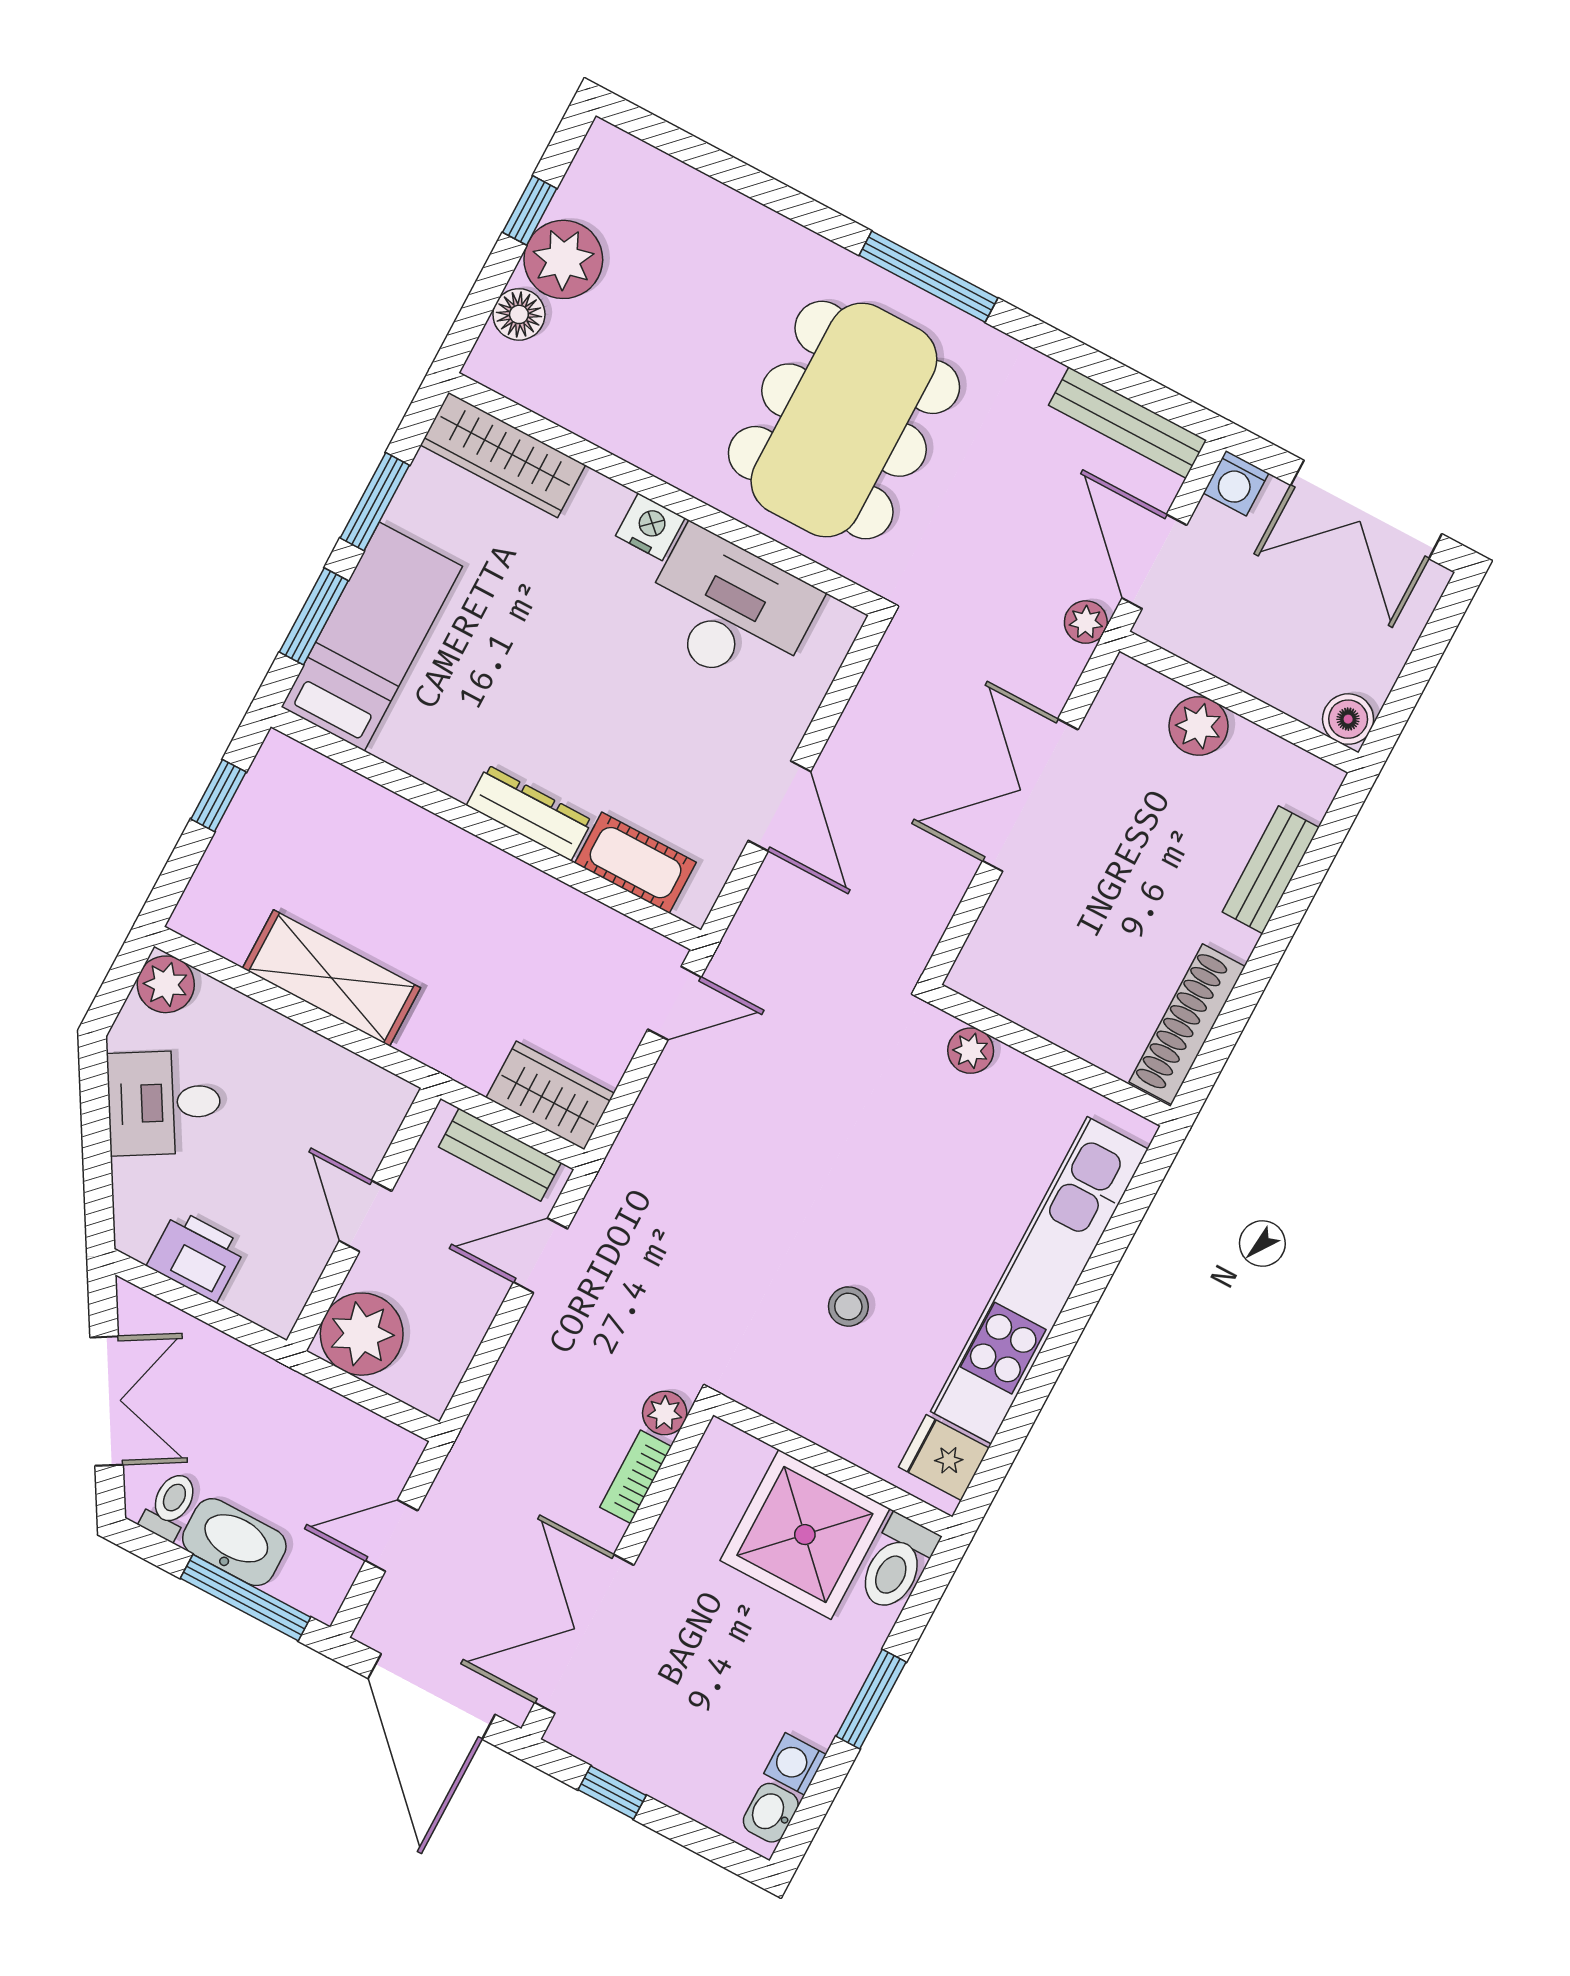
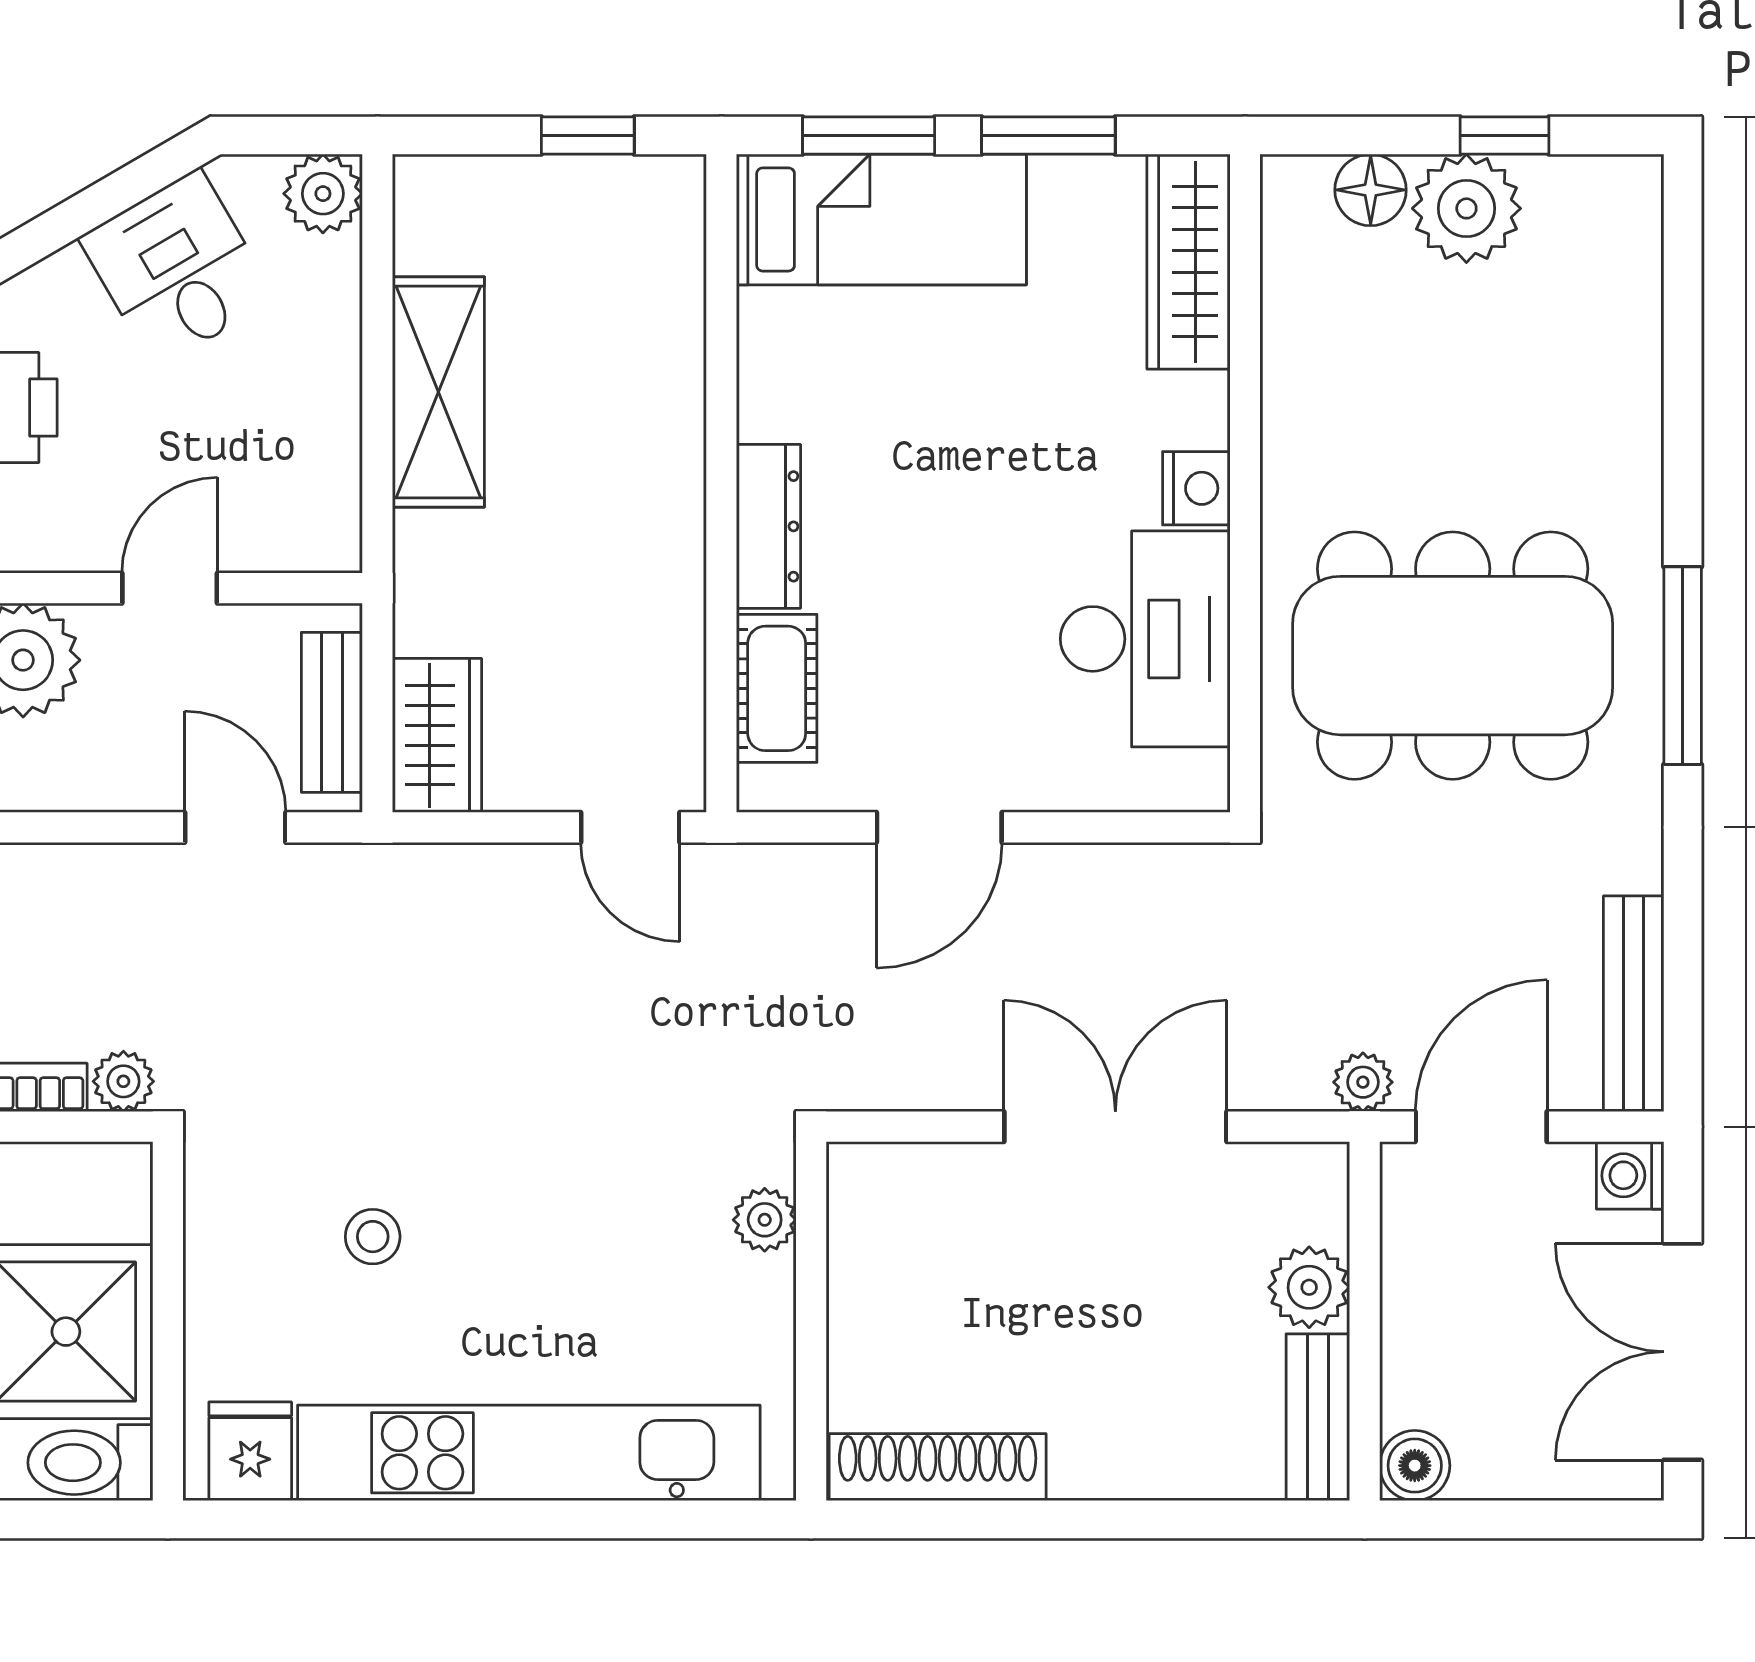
bench: (1271, 870) -> (1318, 1417), moved, turned 90

